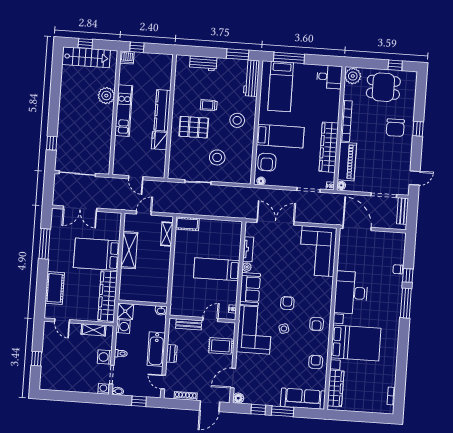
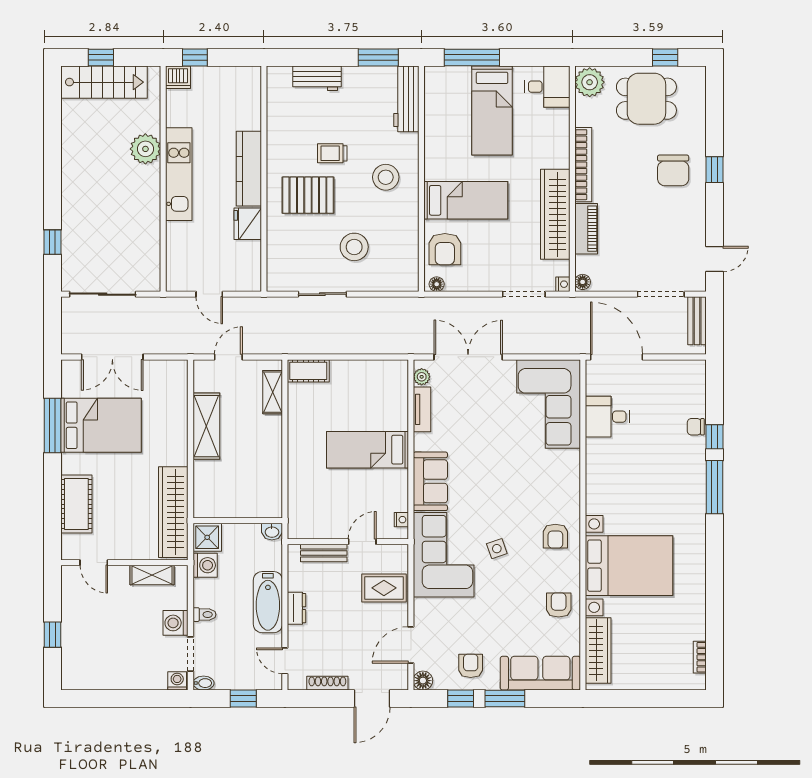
bed: (281, 87) -> (492, 111), moved
piano: (347, 162) -> (586, 229), width x0.73, depth x0.75
bed: (97, 254) -> (101, 425), moved, turned 180
plant: (247, 267) -> (422, 377), moved
desk: (351, 293) -> (607, 417), moved, width x0.53, depth x0.77
armchair: (287, 303) -> (471, 666), moved

